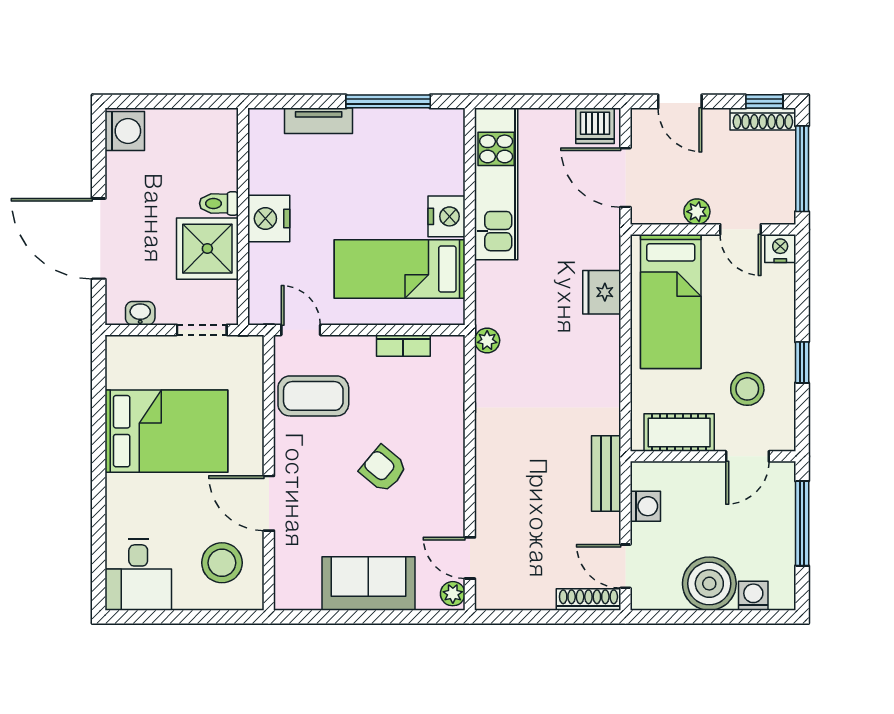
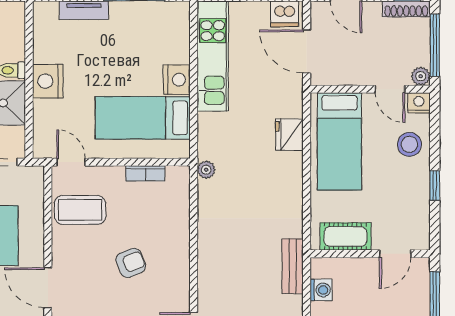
plant: (697, 212) -> (421, 76), moved
stool: (747, 389) -> (409, 144), moved
armchair: (383, 469) -> (131, 263), turned 118

